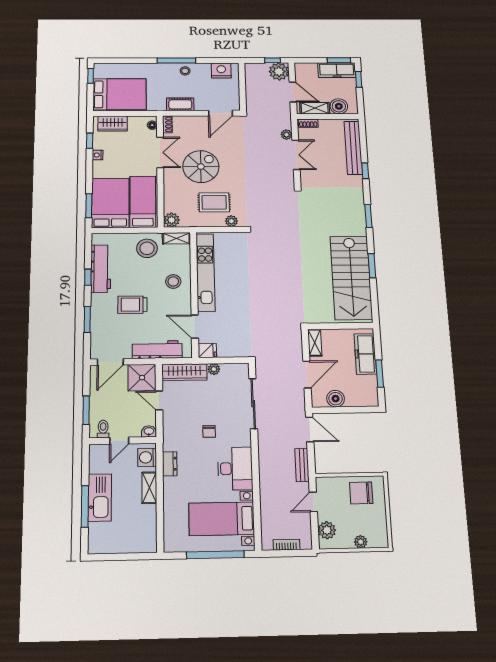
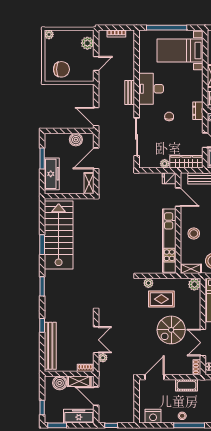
freezer: (337, 70) -> (79, 416), moved
plant: (279, 72) -> (106, 415), removed
double door: (296, 155) -> (96, 340), swing flipped
dresser: (170, 464) -> (198, 111), moved
bench: (302, 465) -> (130, 93), moved
bed with nightstands: (222, 519) -> (180, 51), moved, turned 180
plant: (361, 542) -> (49, 34), moved

